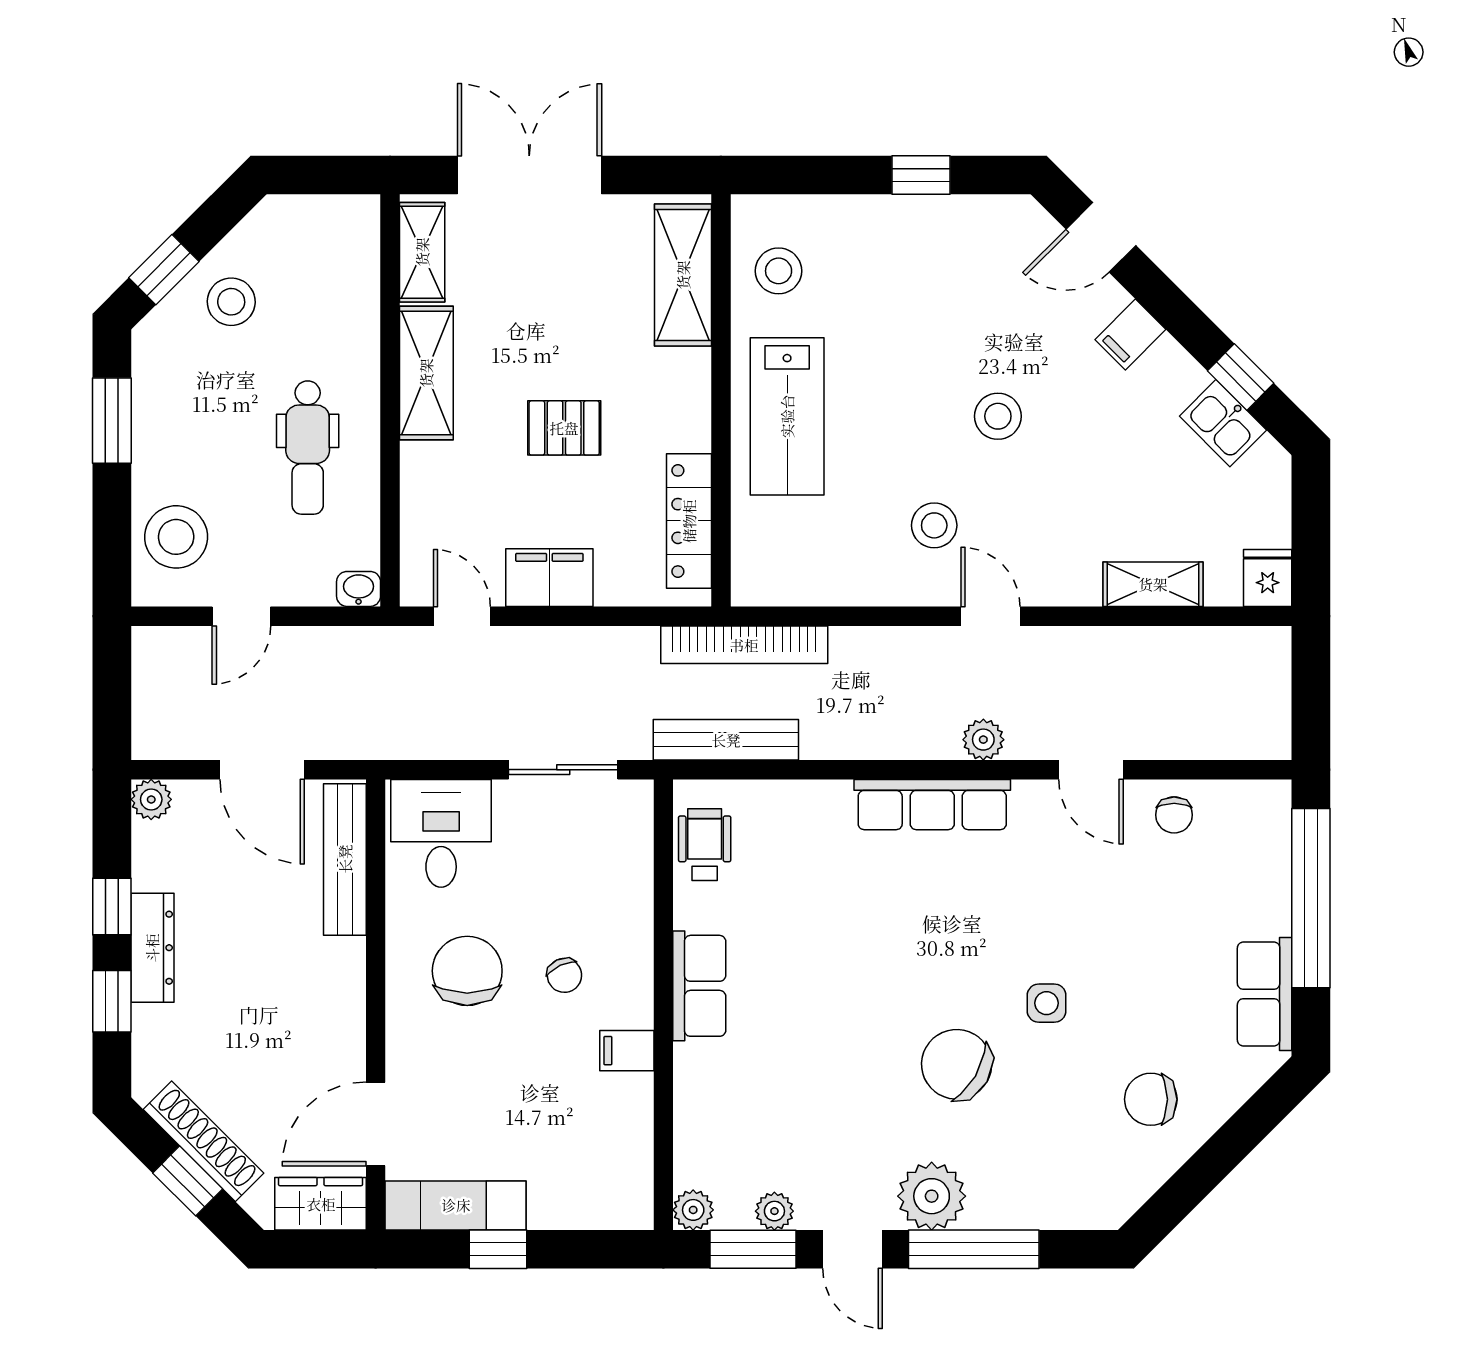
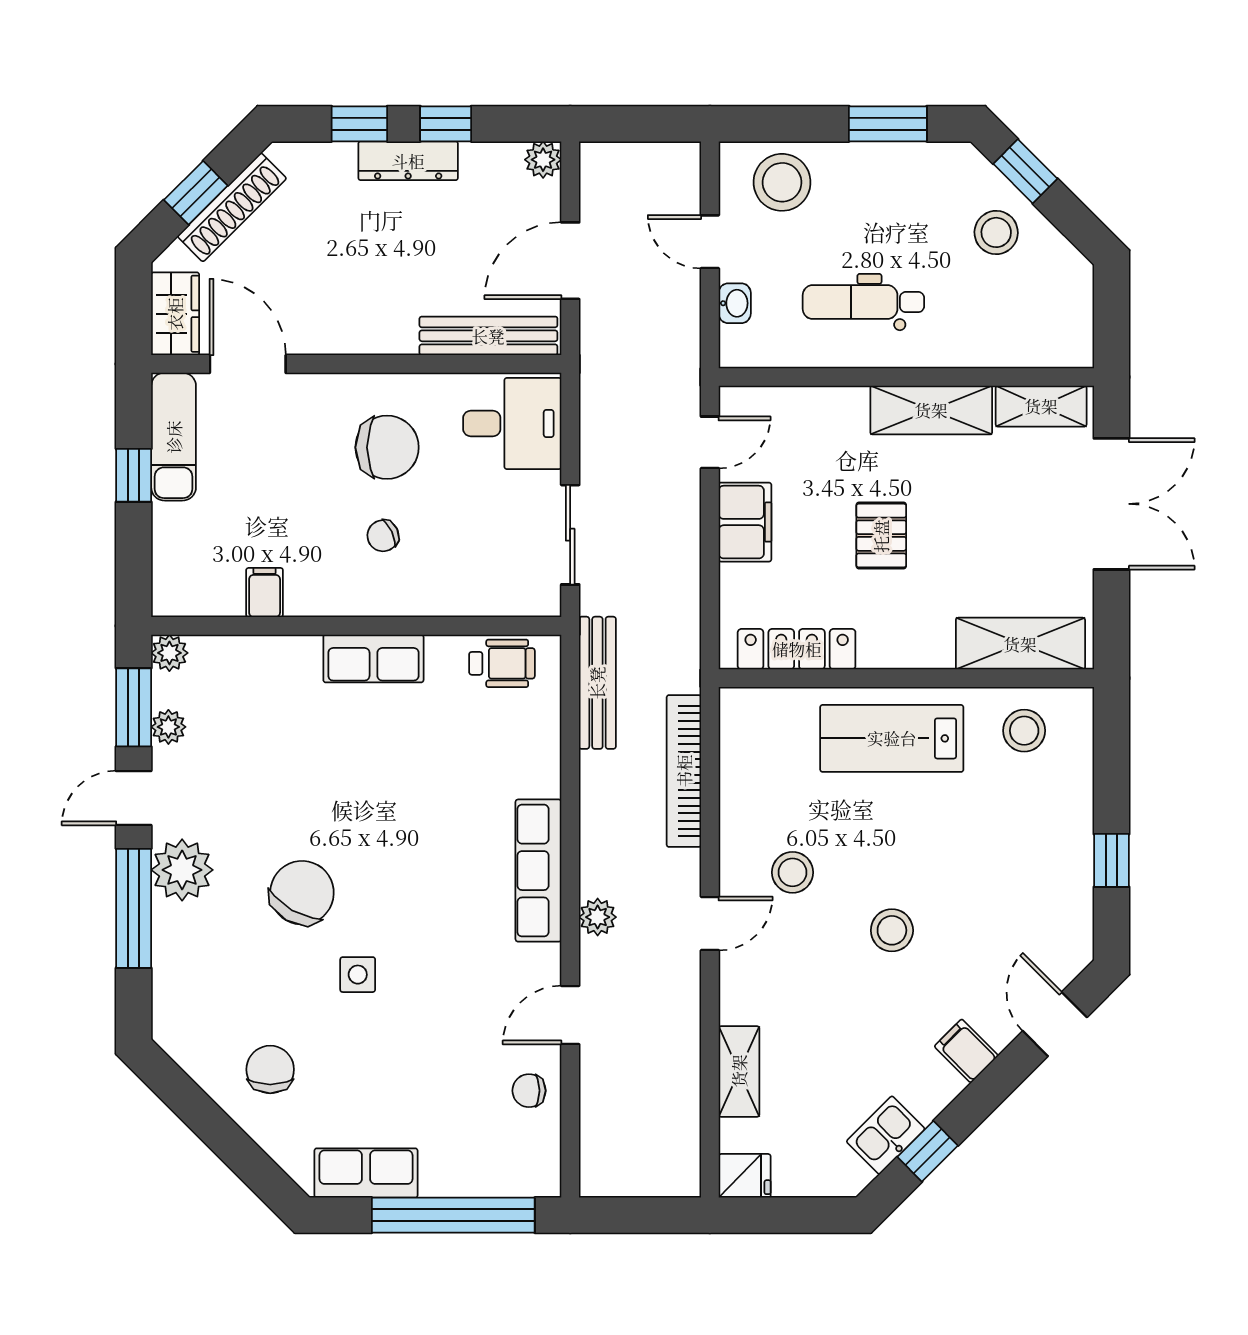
washbasin: (359, 589) -> (735, 303), moved
bookcase: (744, 645) -> (684, 771), moved
filing cabinet: (627, 1051) -> (265, 593), moved

